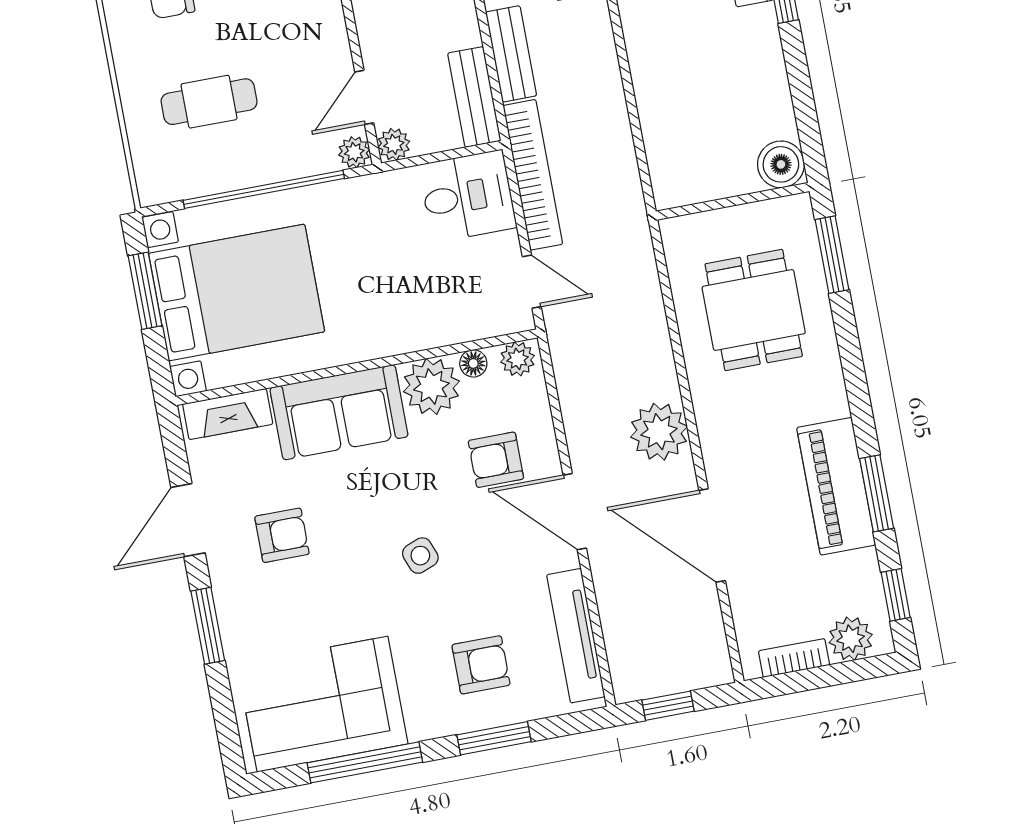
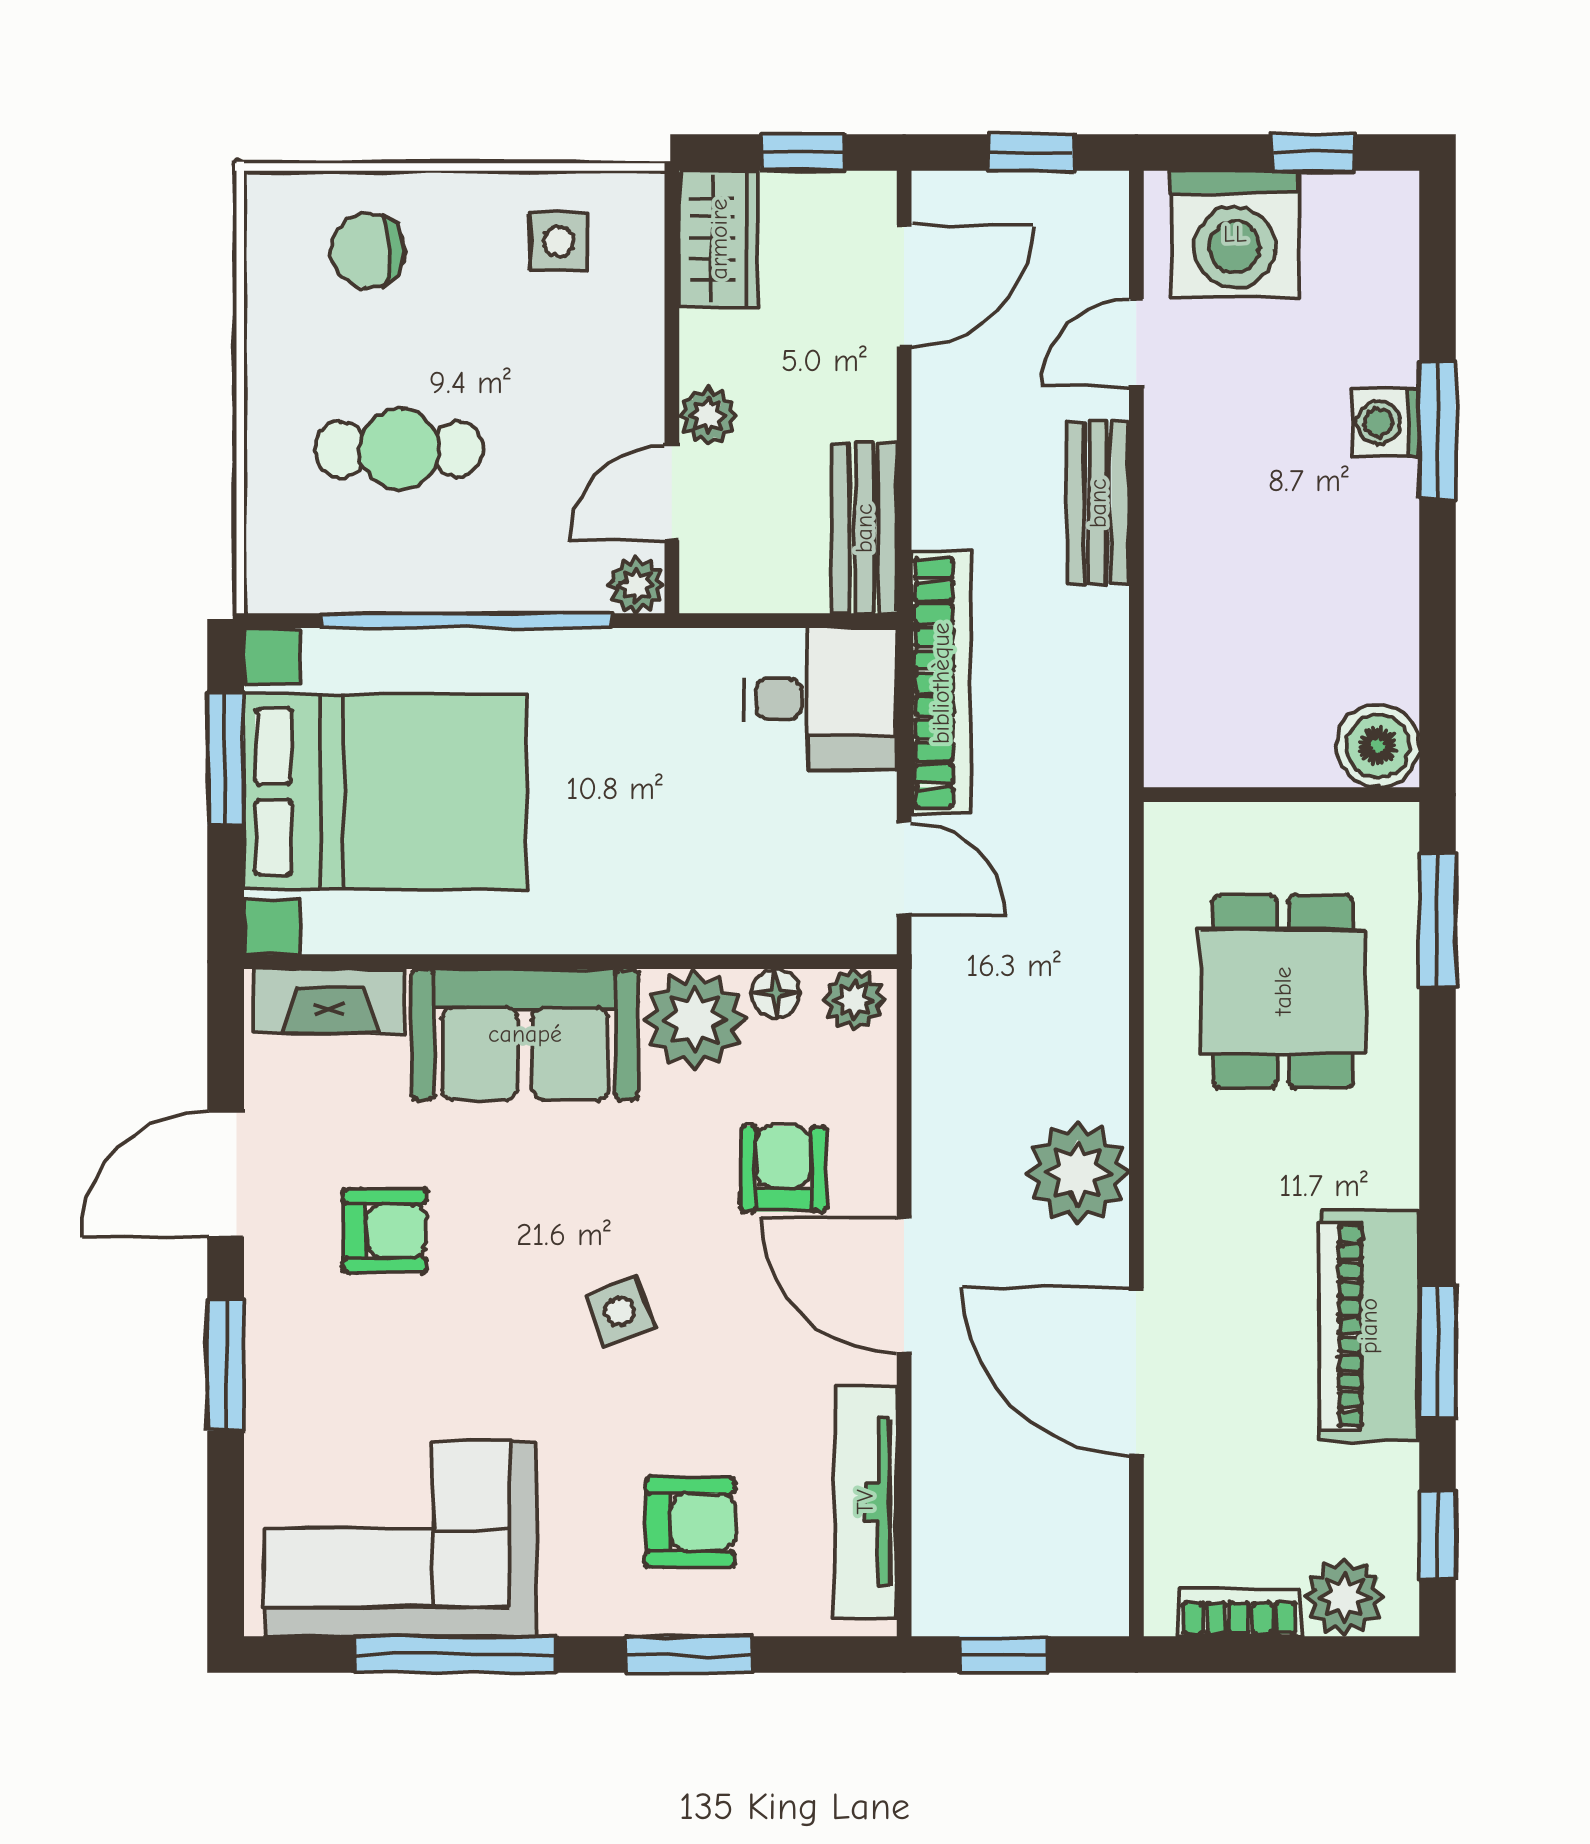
bench: (511, 54) -> (1098, 503), moved
plant: (394, 144) -> (708, 415), moved
armchair: (496, 460) -> (783, 1169), turned 90

